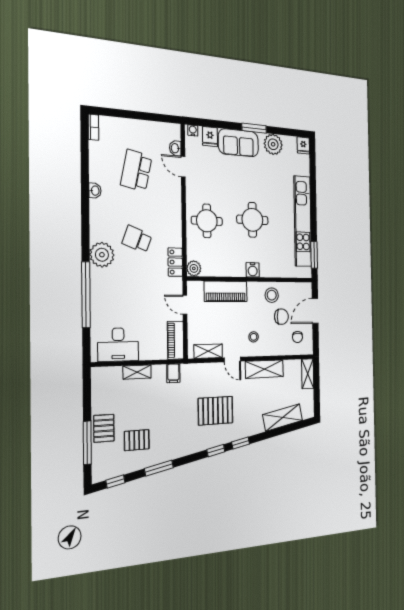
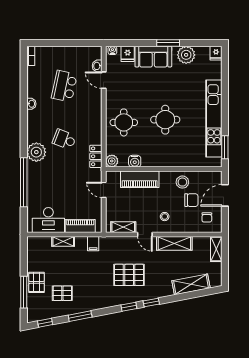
water cooler: (253, 270) -> (135, 161), moved
piano: (175, 340) -> (80, 226), moved, turned 90

